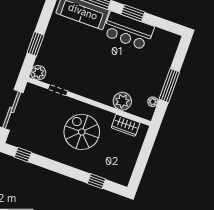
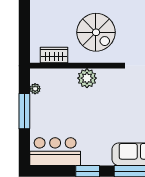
bar counter: (128, 31) -> (55, 152), moved
plant: (122, 101) -> (87, 78), moved

